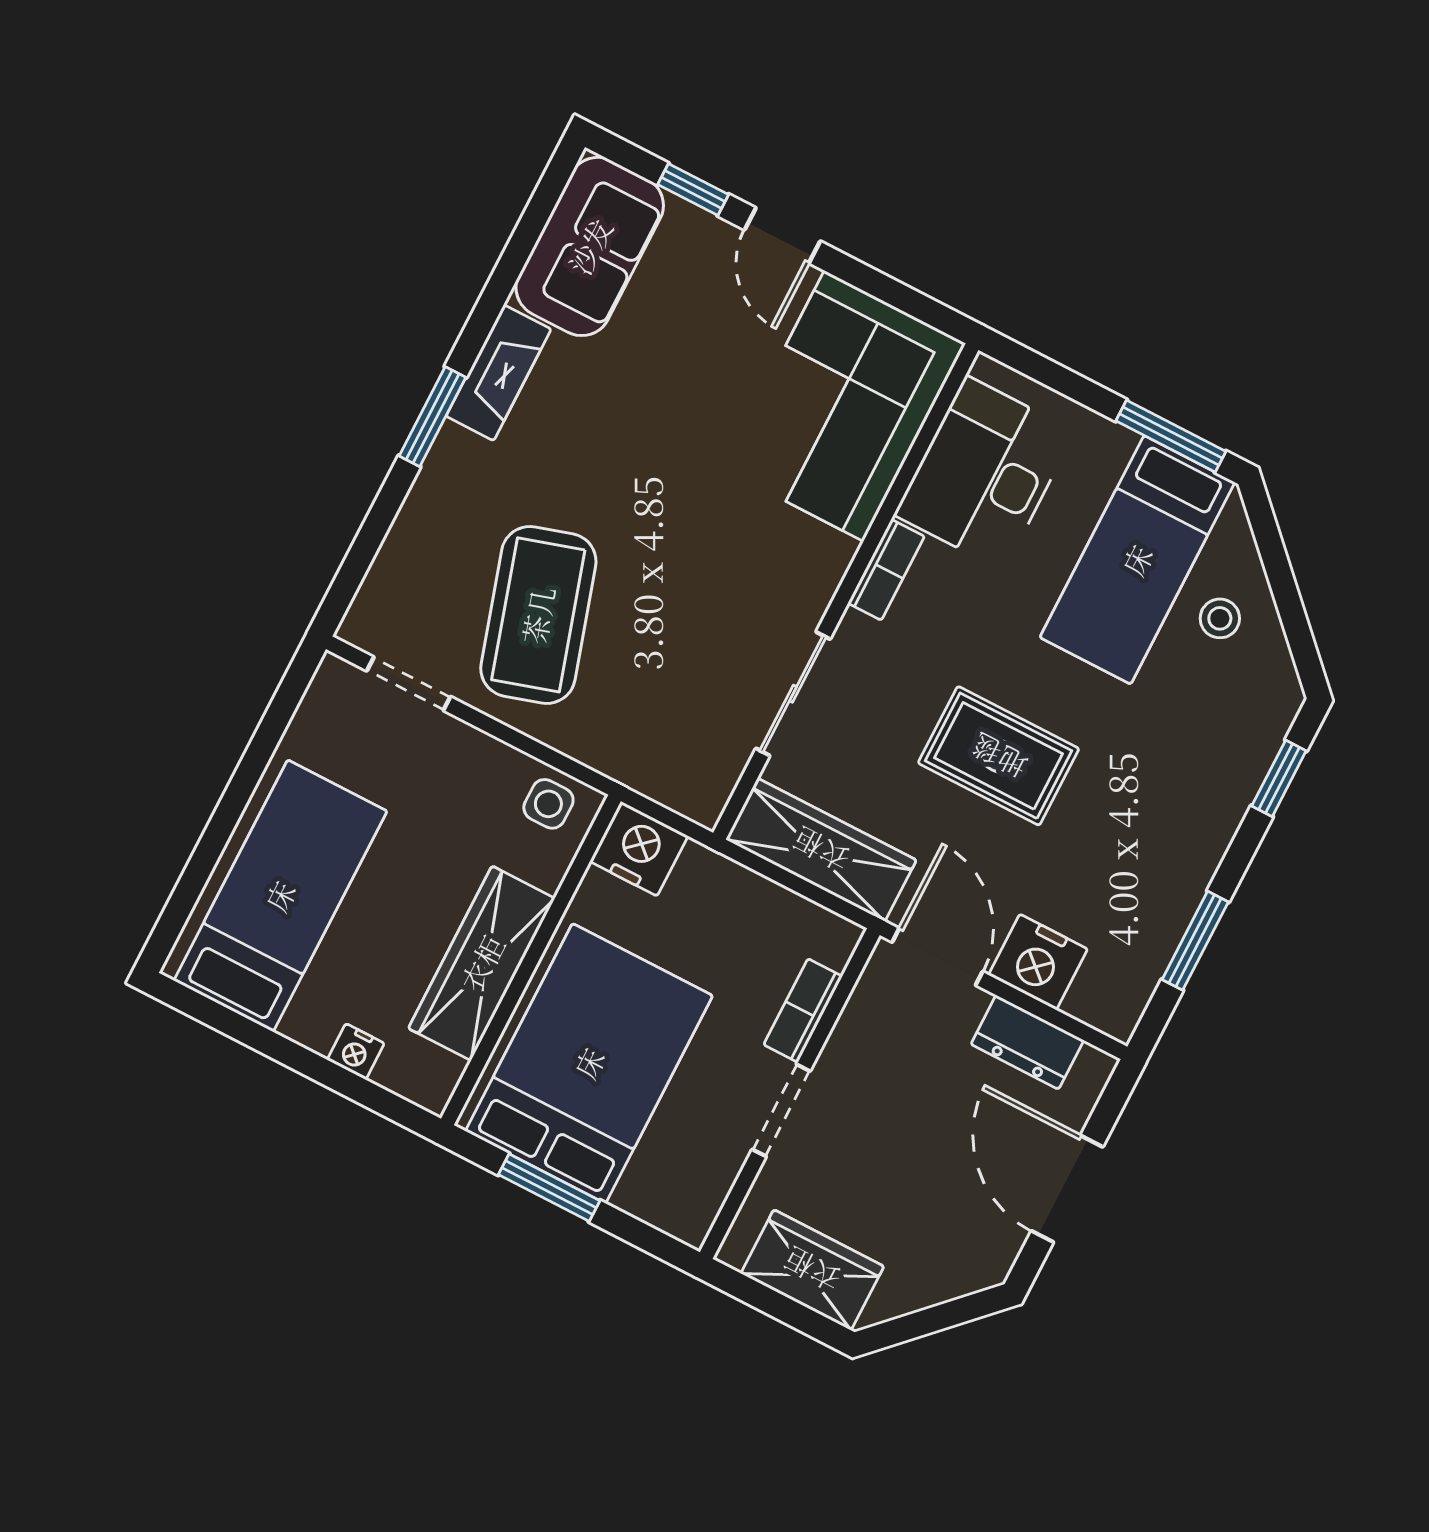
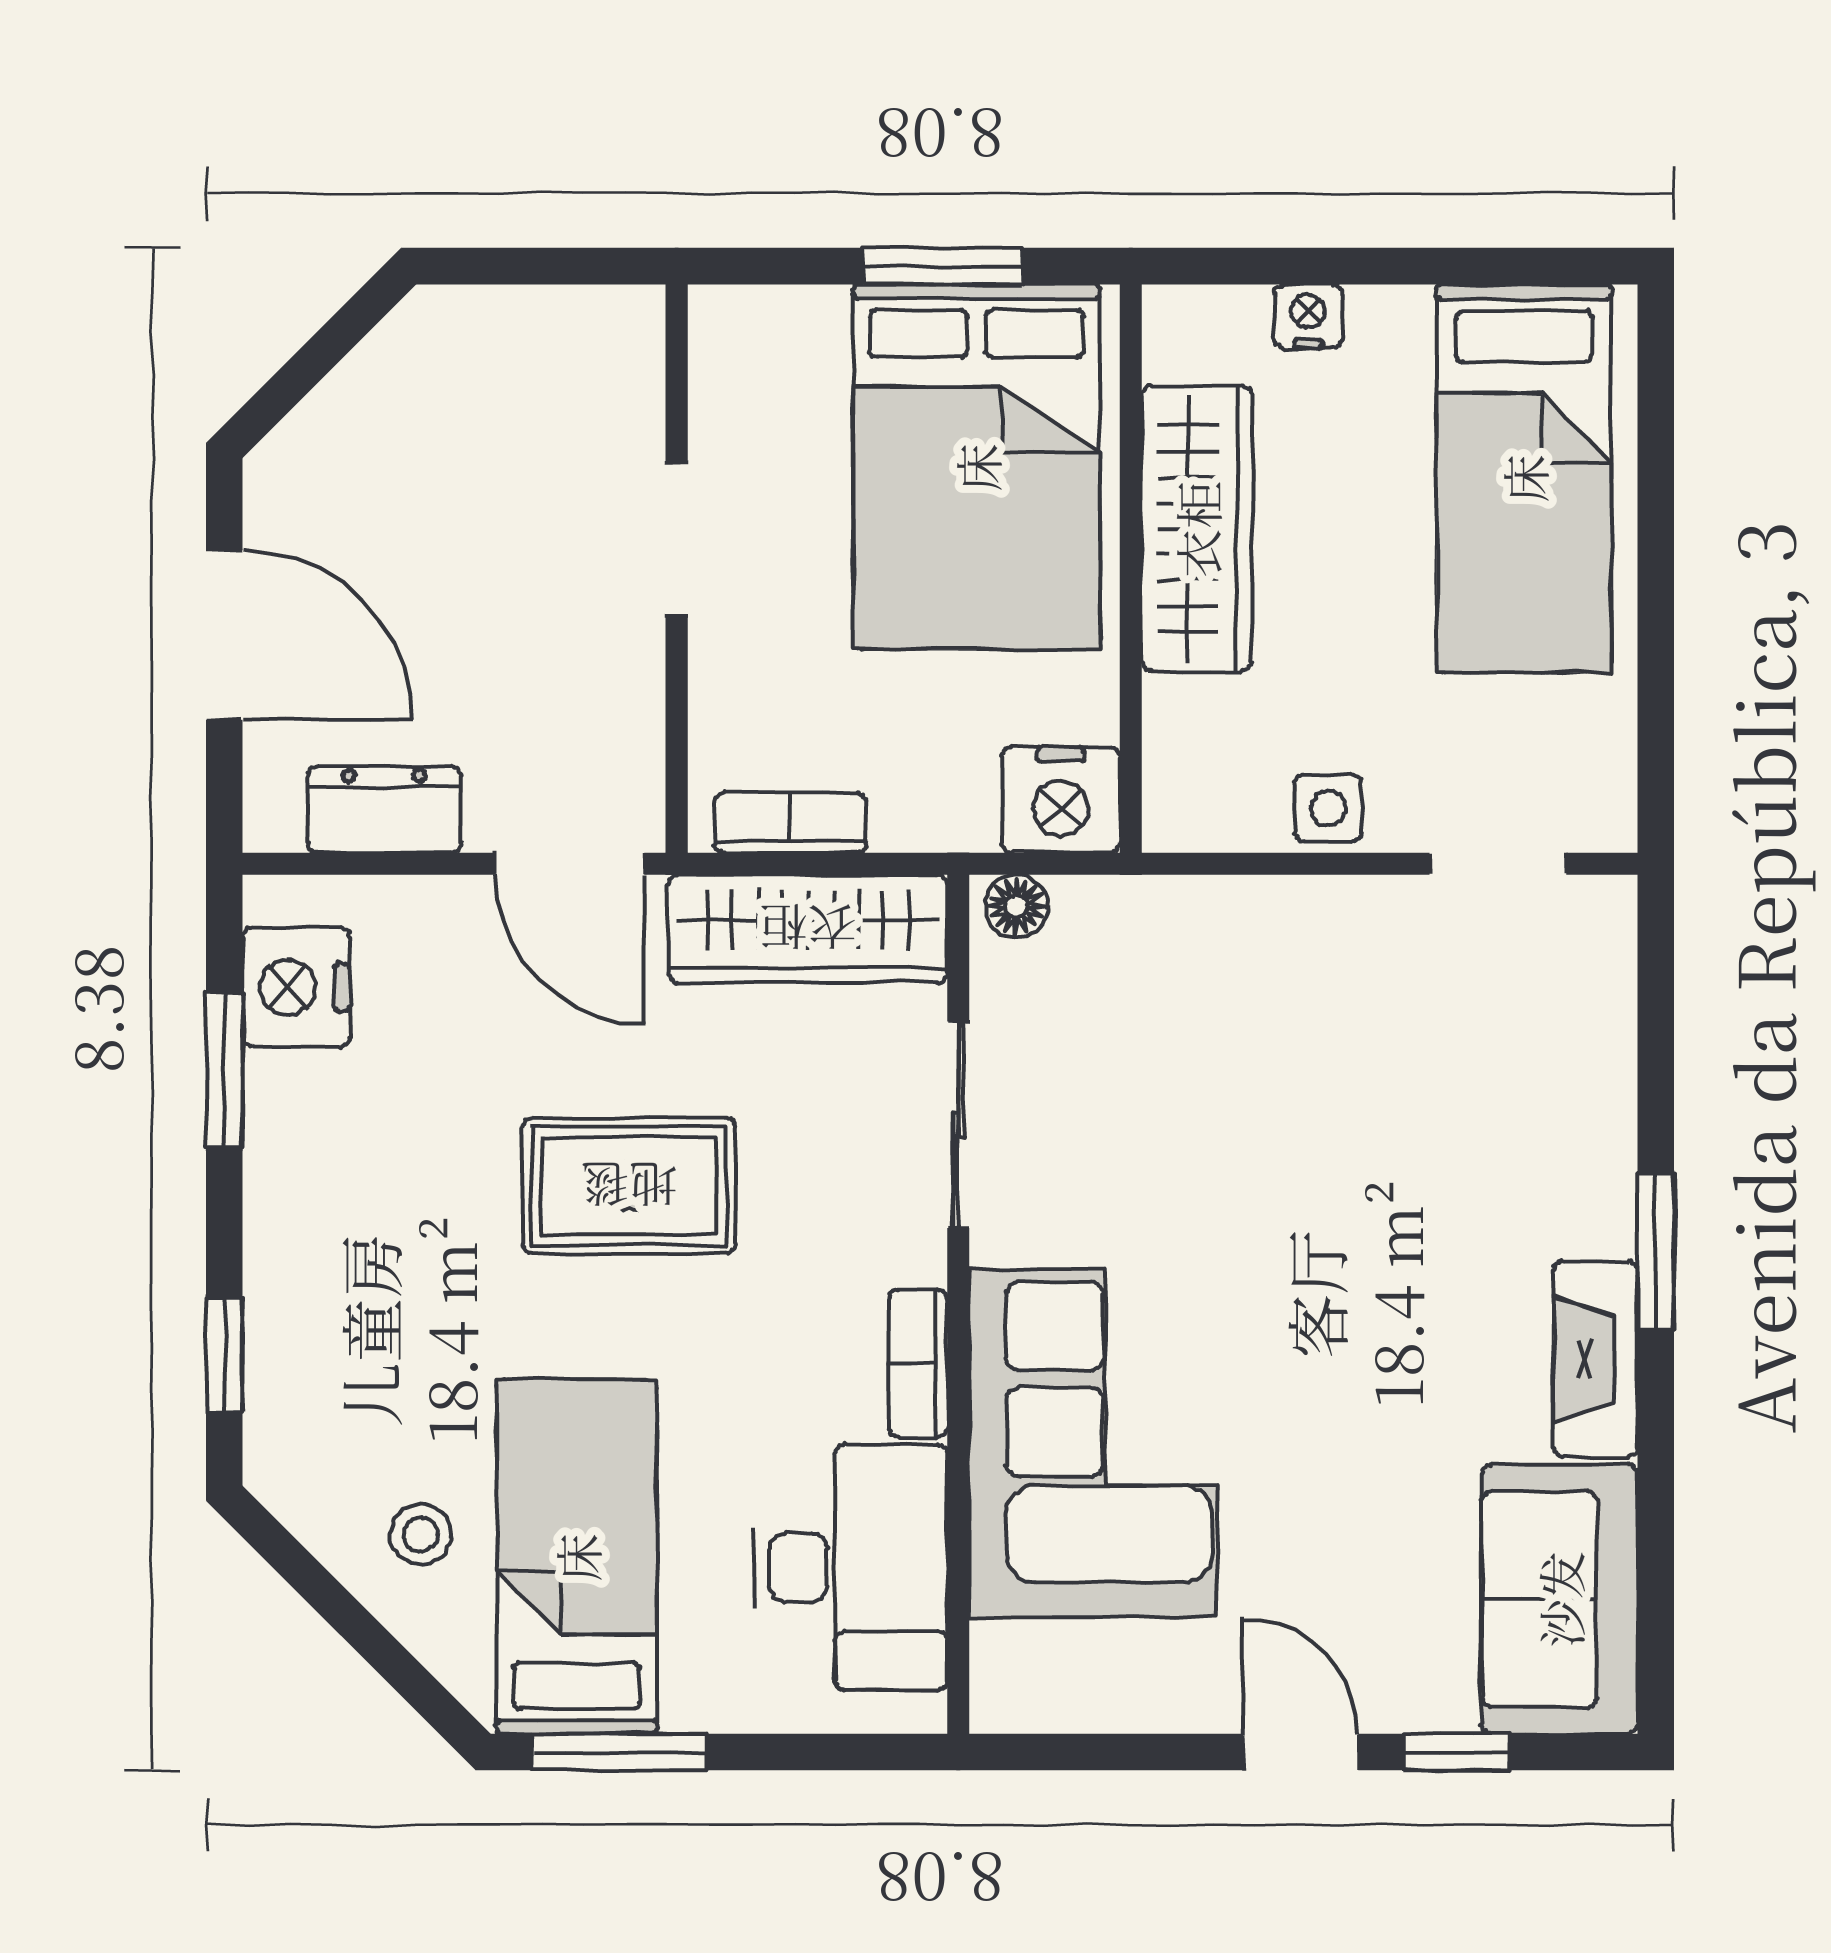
corner sofa: (844, 406) -> (1093, 1443), moved
coffee table: (538, 615) -> (1367, 1052), removed
floor lamp: (695, 801) -> (1016, 906), added
side table: (548, 804) -> (1328, 808), moved
nightstand: (1038, 962) -> (296, 987), moved, turned -90
bookcase: (803, 1010) -> (791, 823), moved, turned -90
wardrobe: (812, 1270) -> (519, 340), removed

